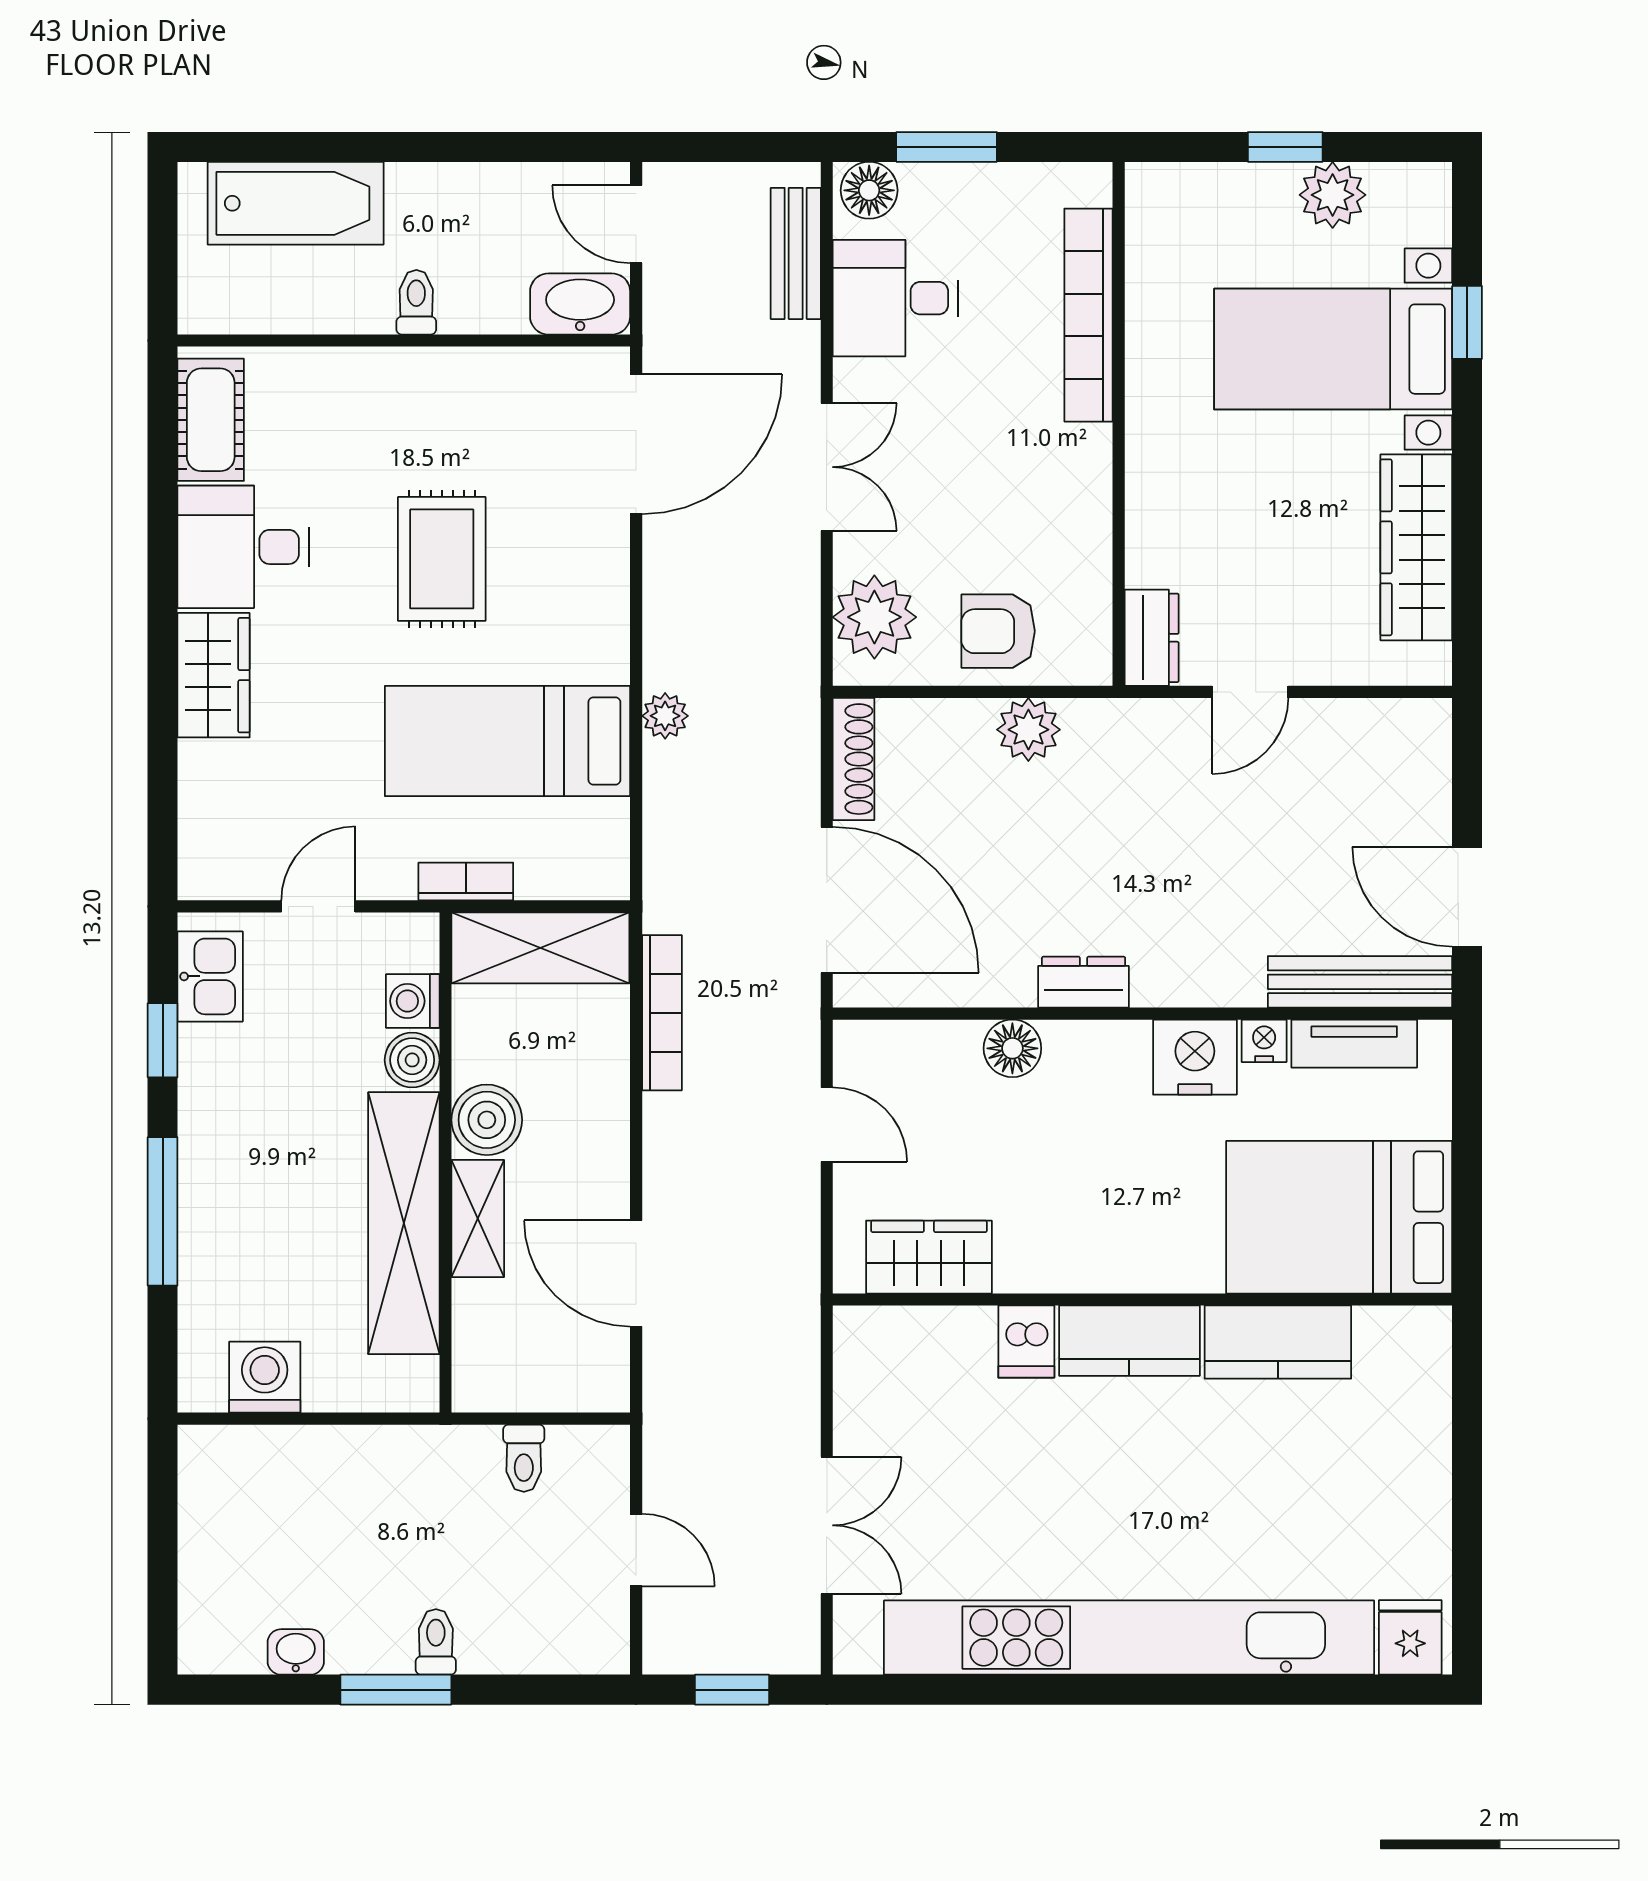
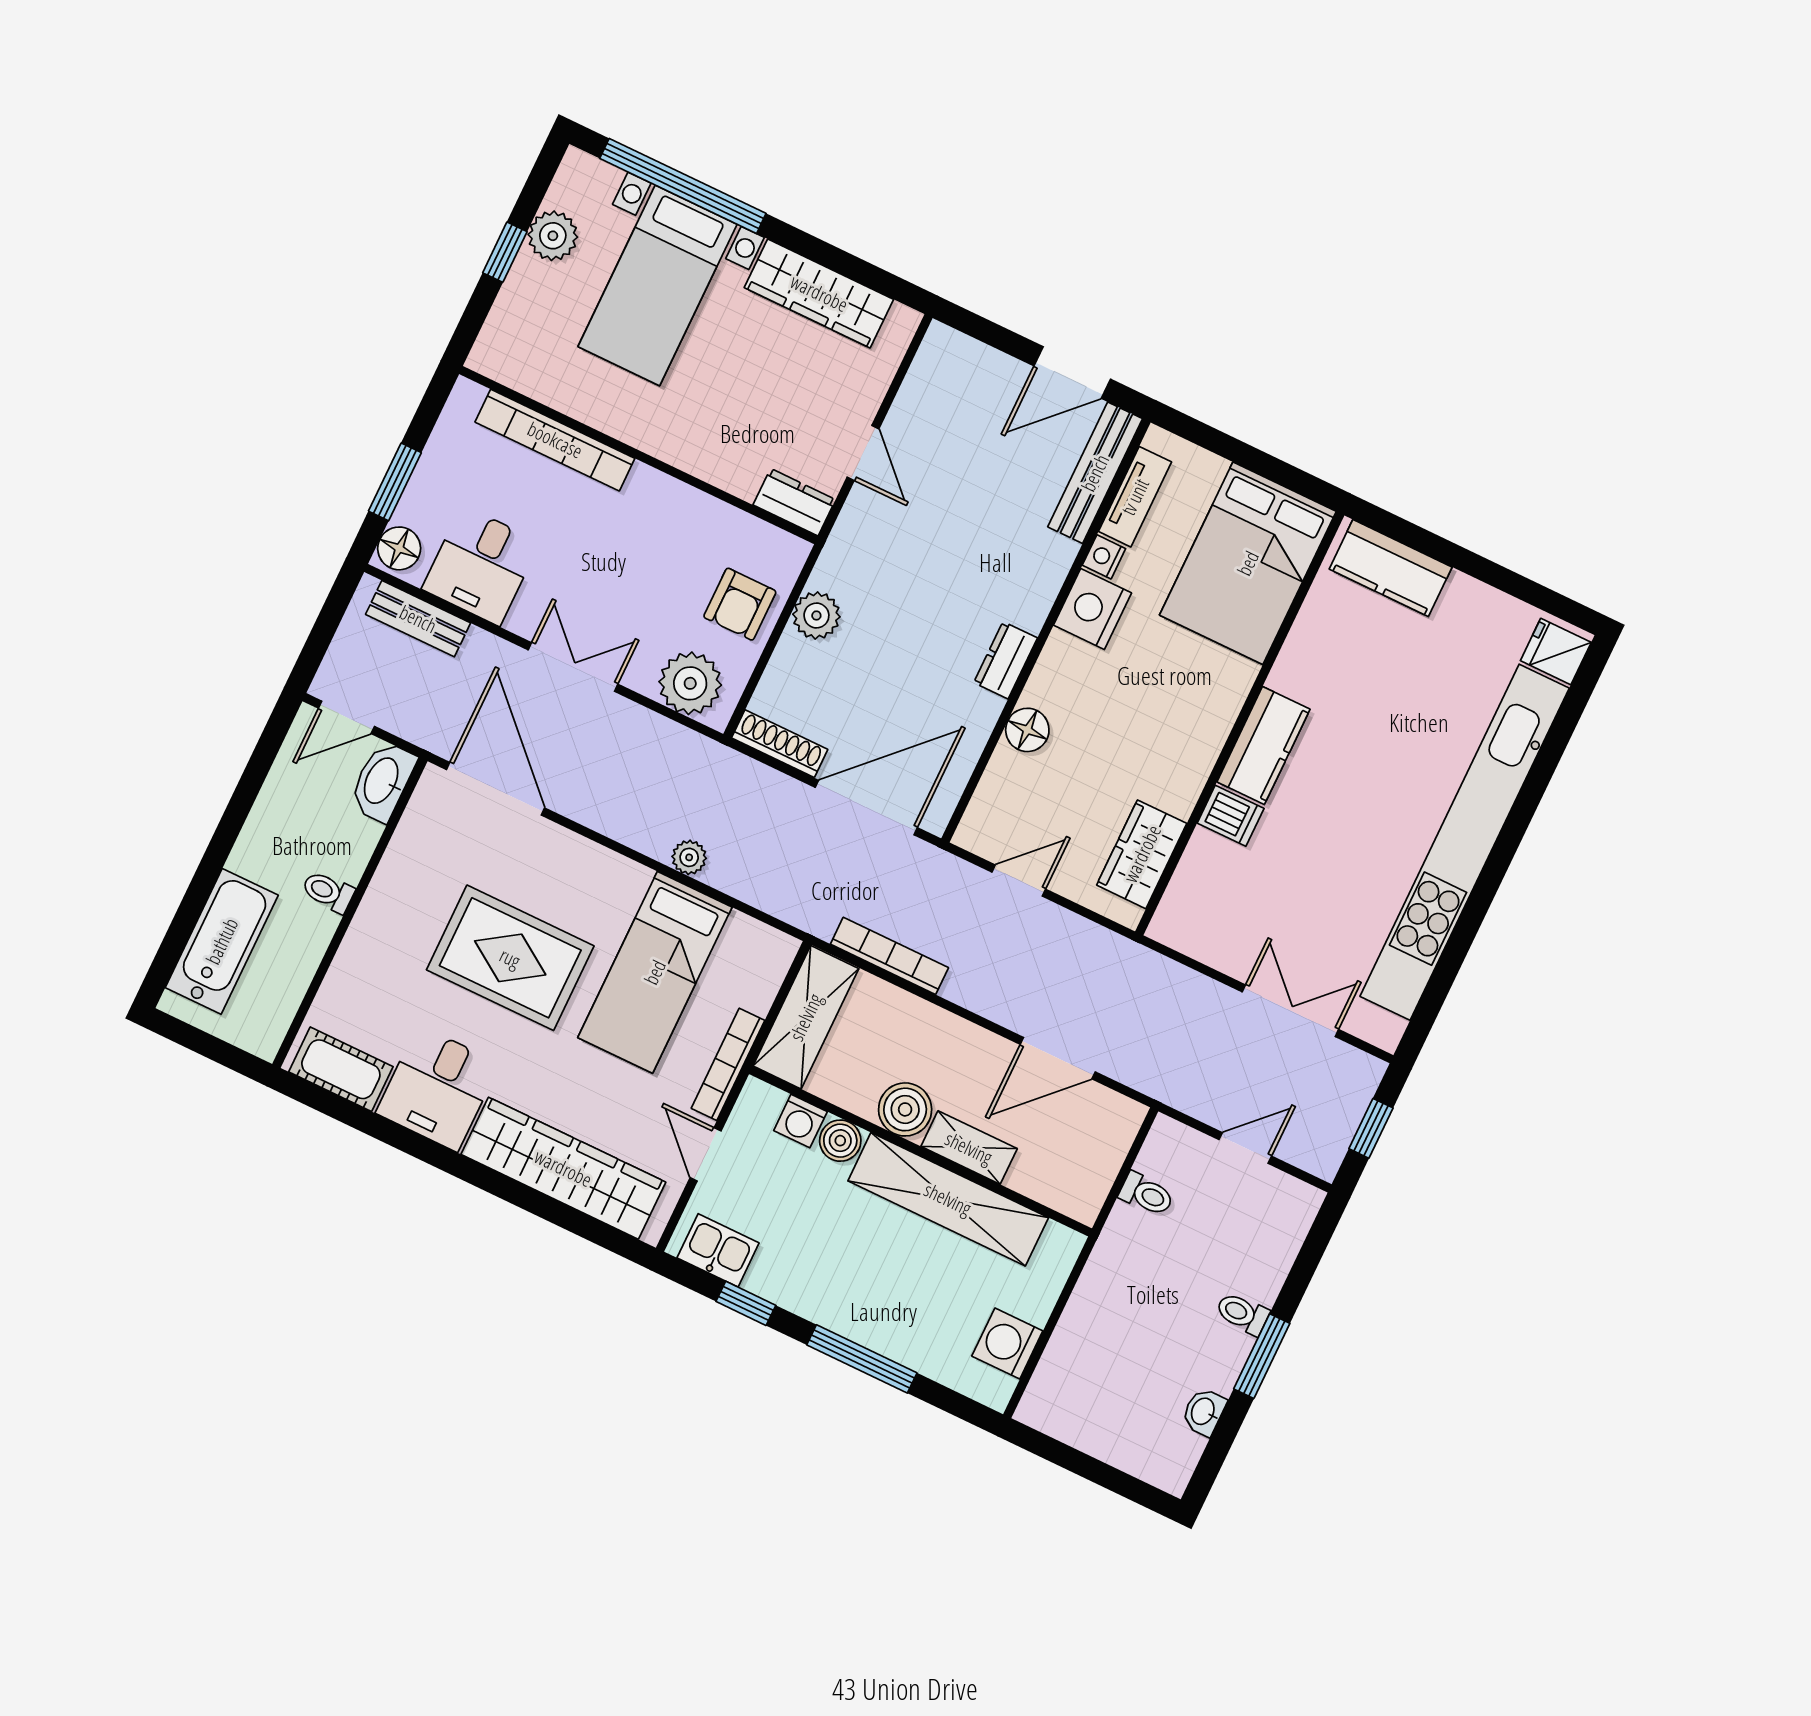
window: (1467, 322) -> (683, 186), width x3.17
rug: (442, 559) -> (510, 958), width x1.36, depth x1.43
wardrobe: (214, 675) -> (563, 1168), width x2.10, depth x1.17
bookcase: (466, 881) -> (728, 1064), width x1.56
kitchen counter: (1278, 1342) -> (1391, 568), moved, turned 90

